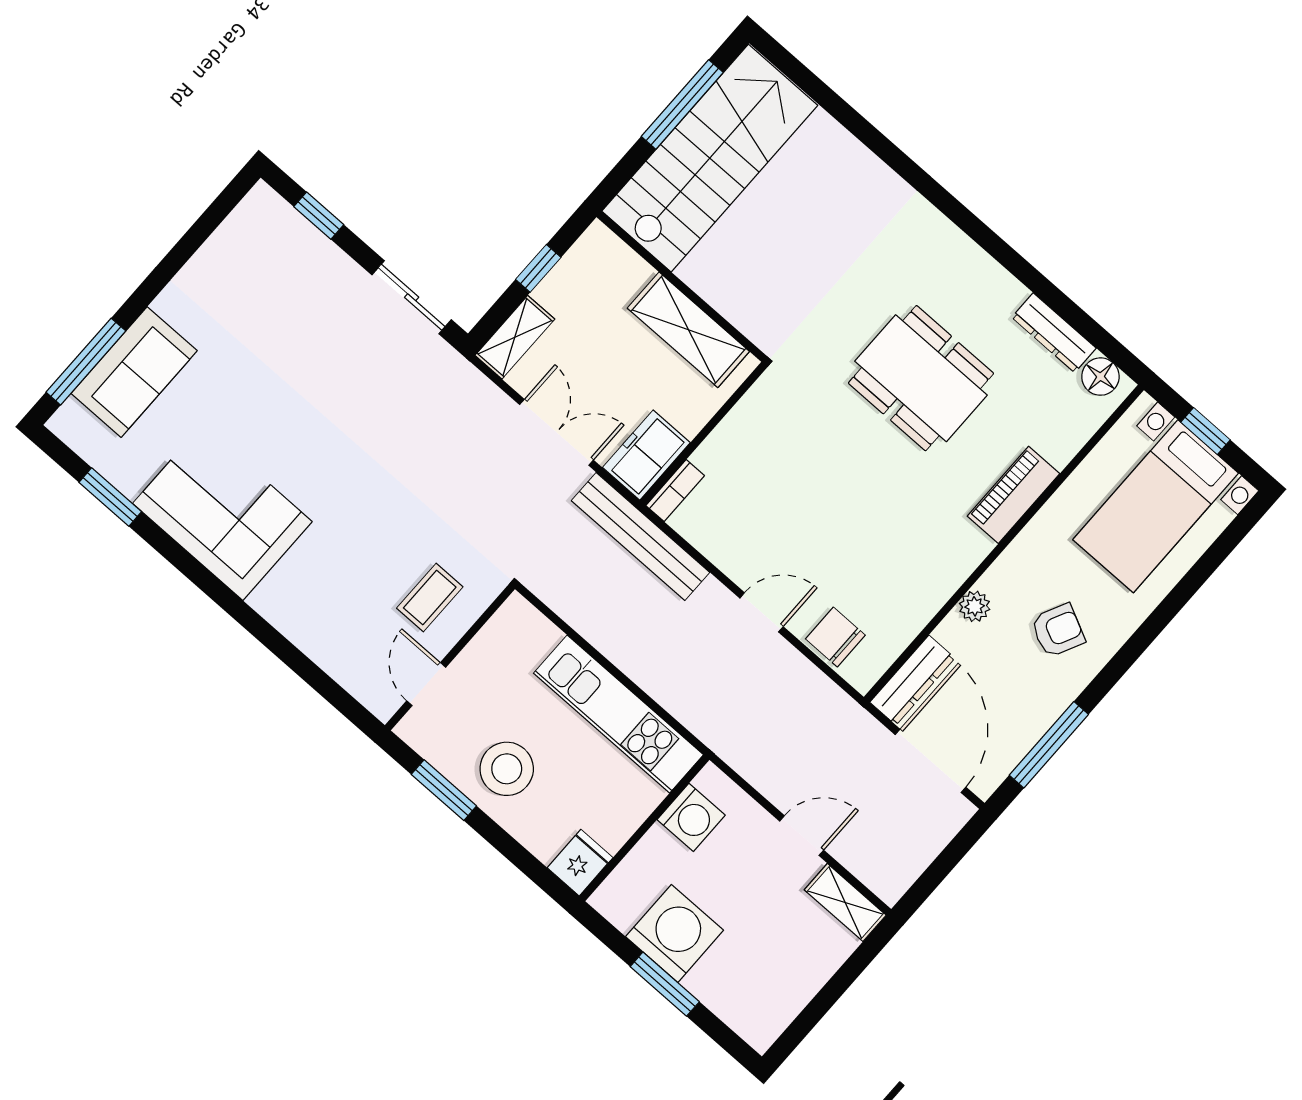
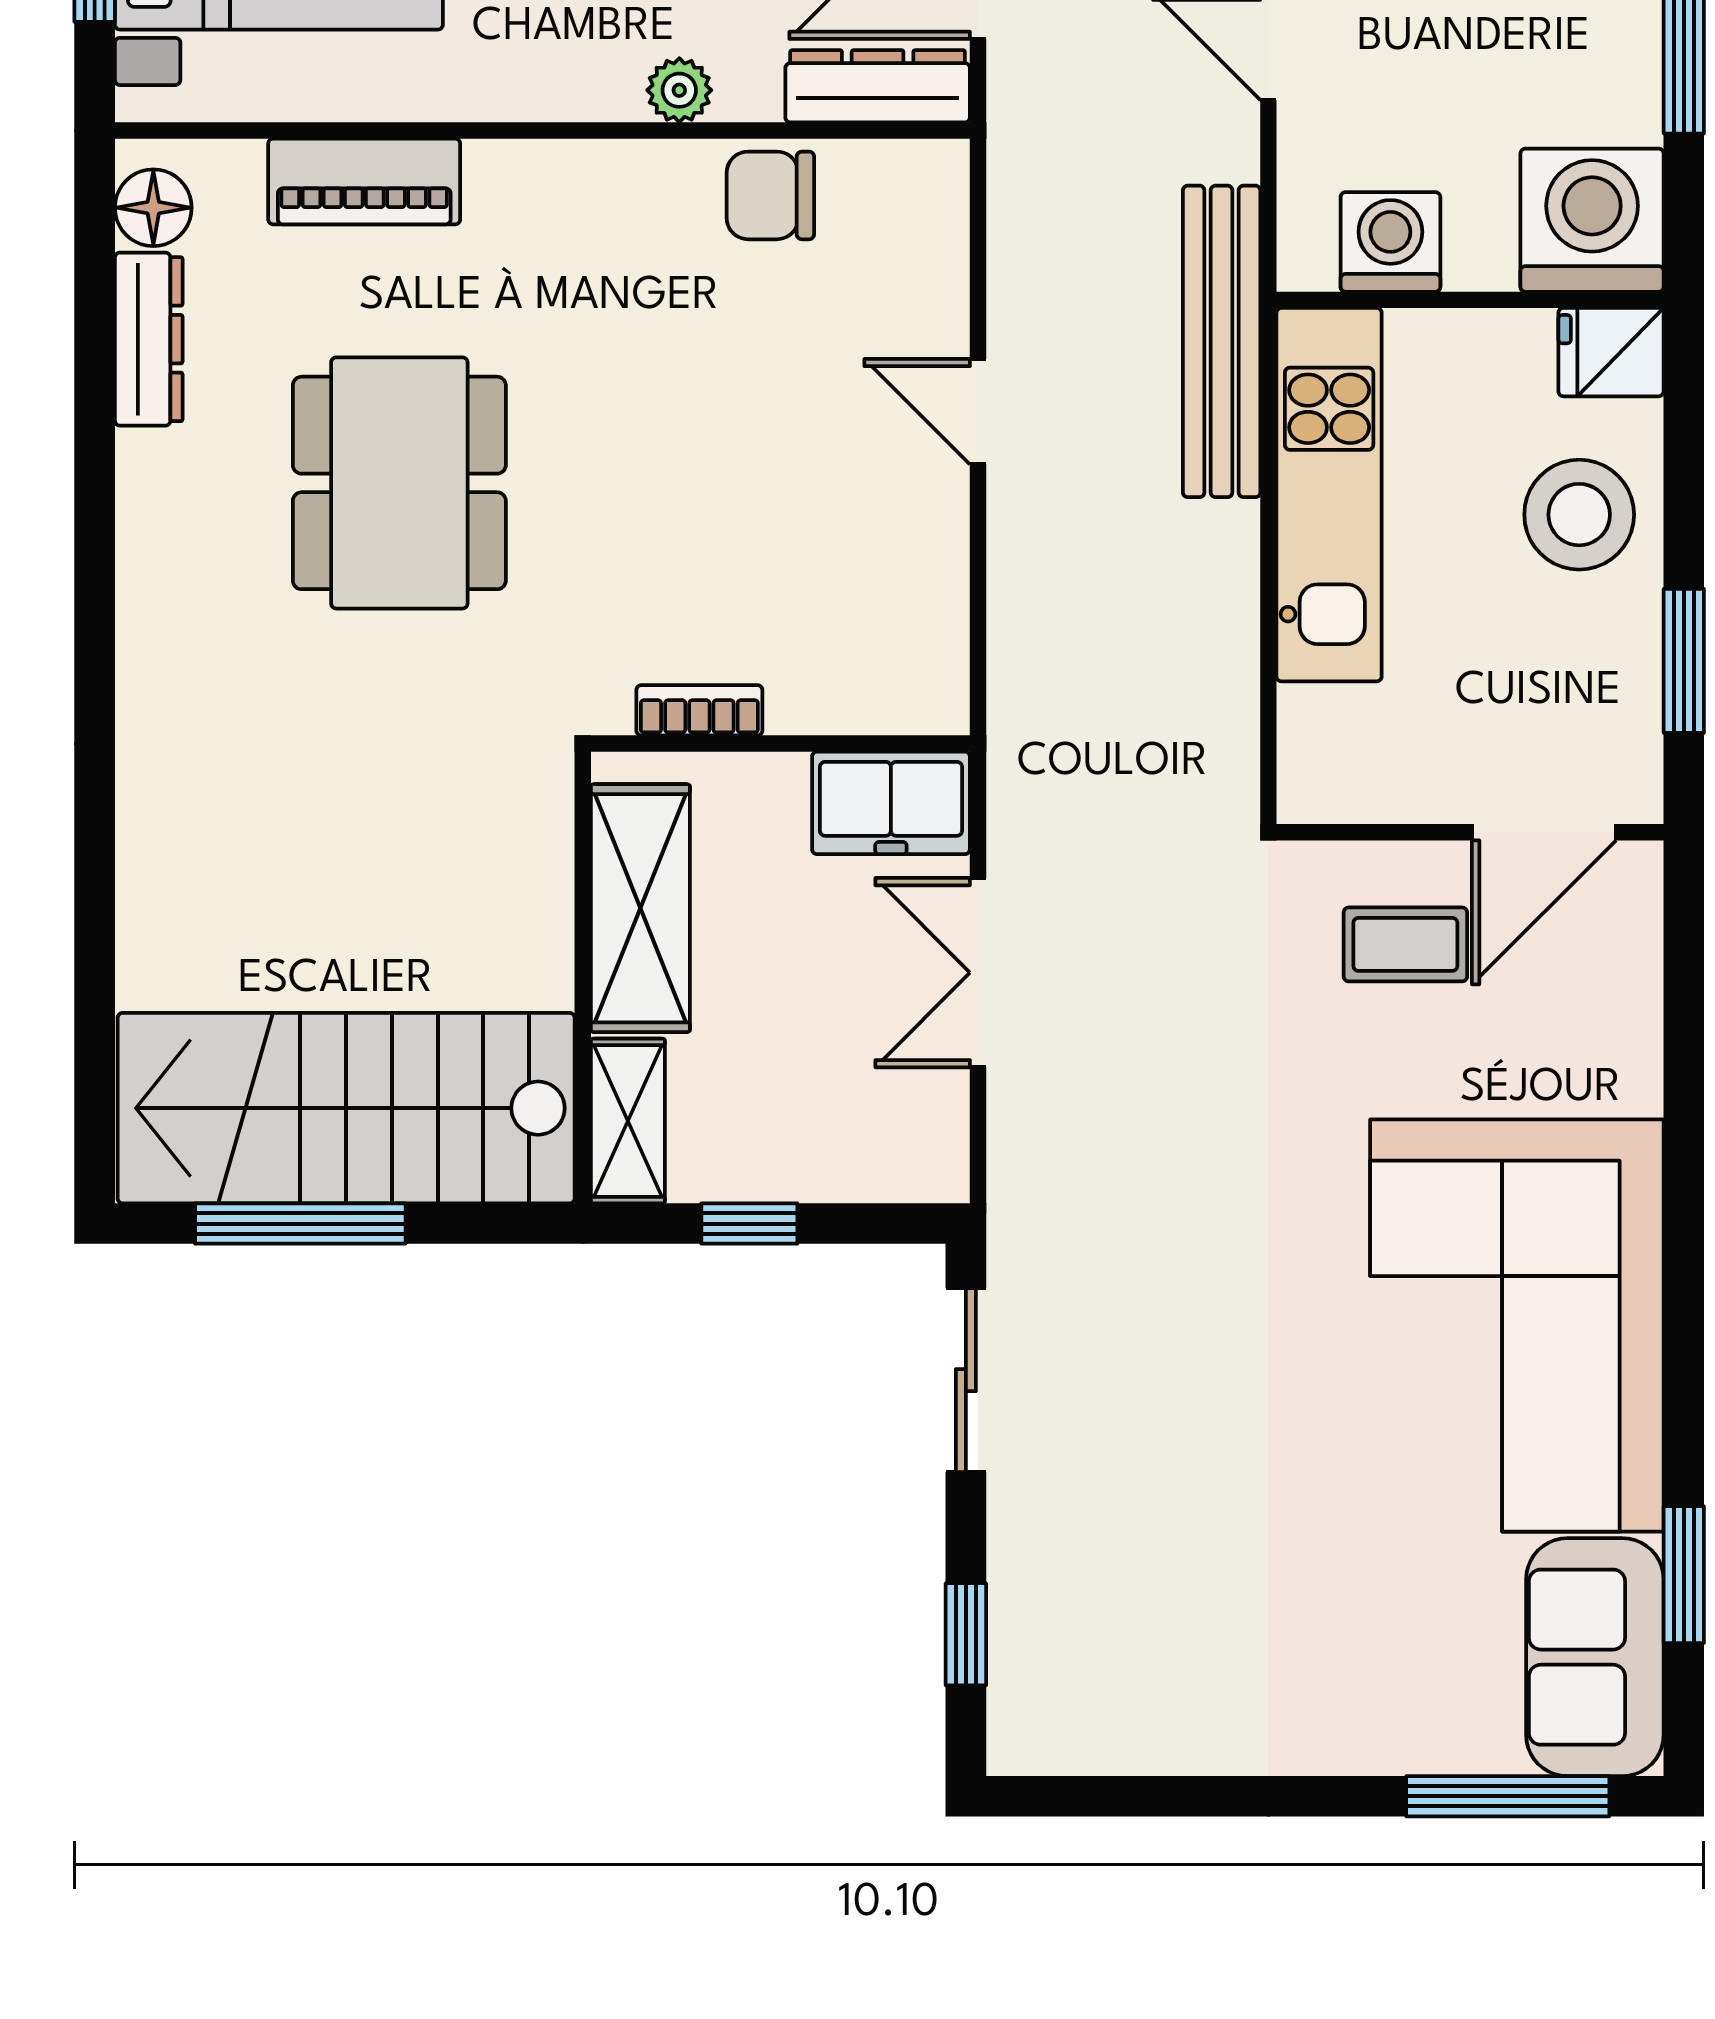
shelving: (515, 337) -> (628, 1121), moved, turned 90
sofa: (134, 372) -> (1595, 1657), moved, turned -90
bookcase: (675, 491) -> (699, 710), moved
piano: (1014, 495) -> (364, 181), moved
corner sofa: (222, 513) -> (1517, 1326), width x1.36, depth x1.36
bench: (641, 536) -> (1222, 341), moved
chair: (835, 637) -> (770, 195), moved, turned 90
door: (426, 684) -> (1544, 832), width x1.38
stool: (507, 769) -> (1579, 515), moved
washing machine: (675, 933) -> (1592, 220), moved, turned 90

